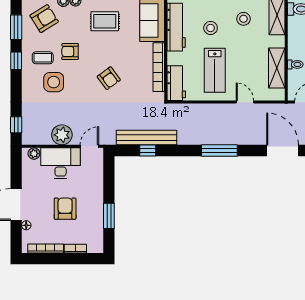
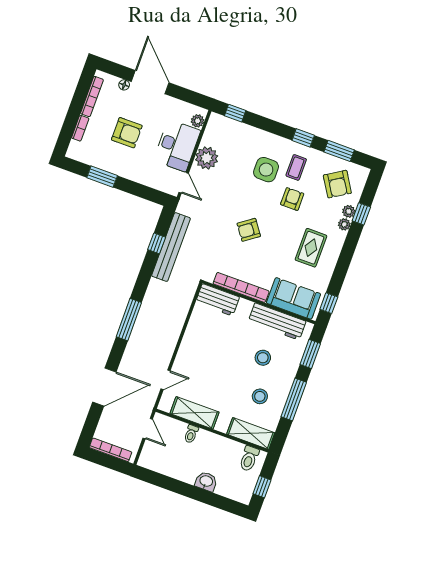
lab bench: (215, 70) -> (216, 346), removed
door: (245, 102) -> (165, 380), moved

